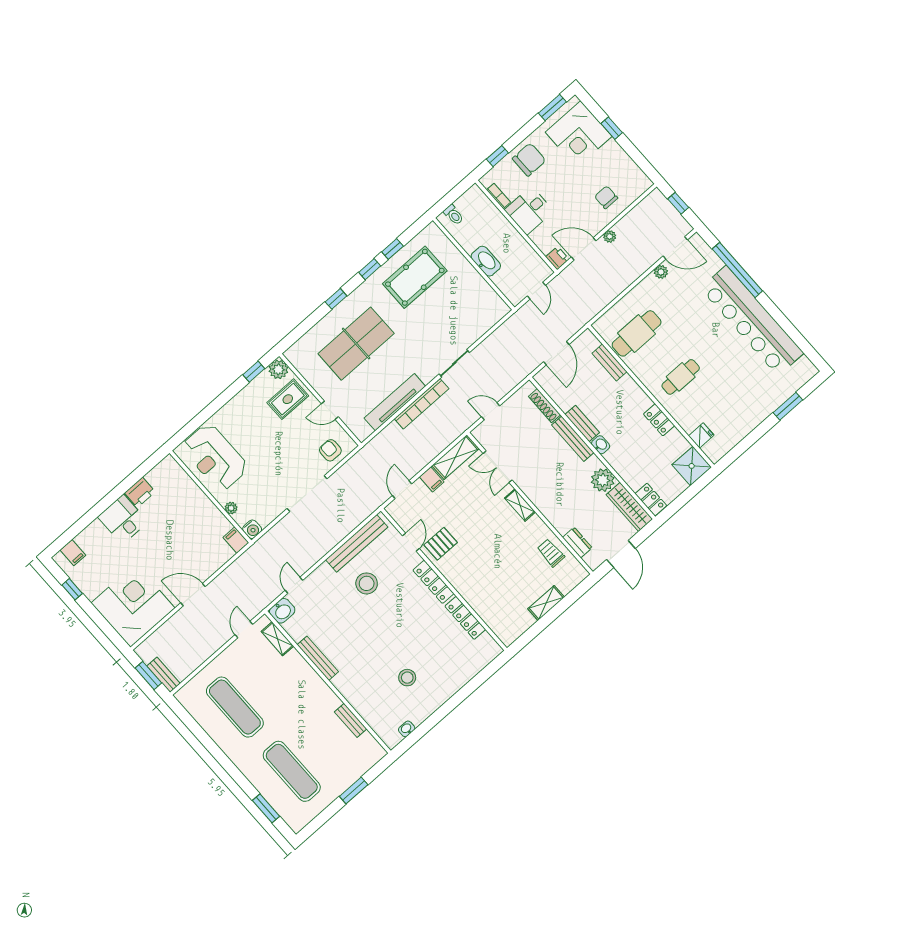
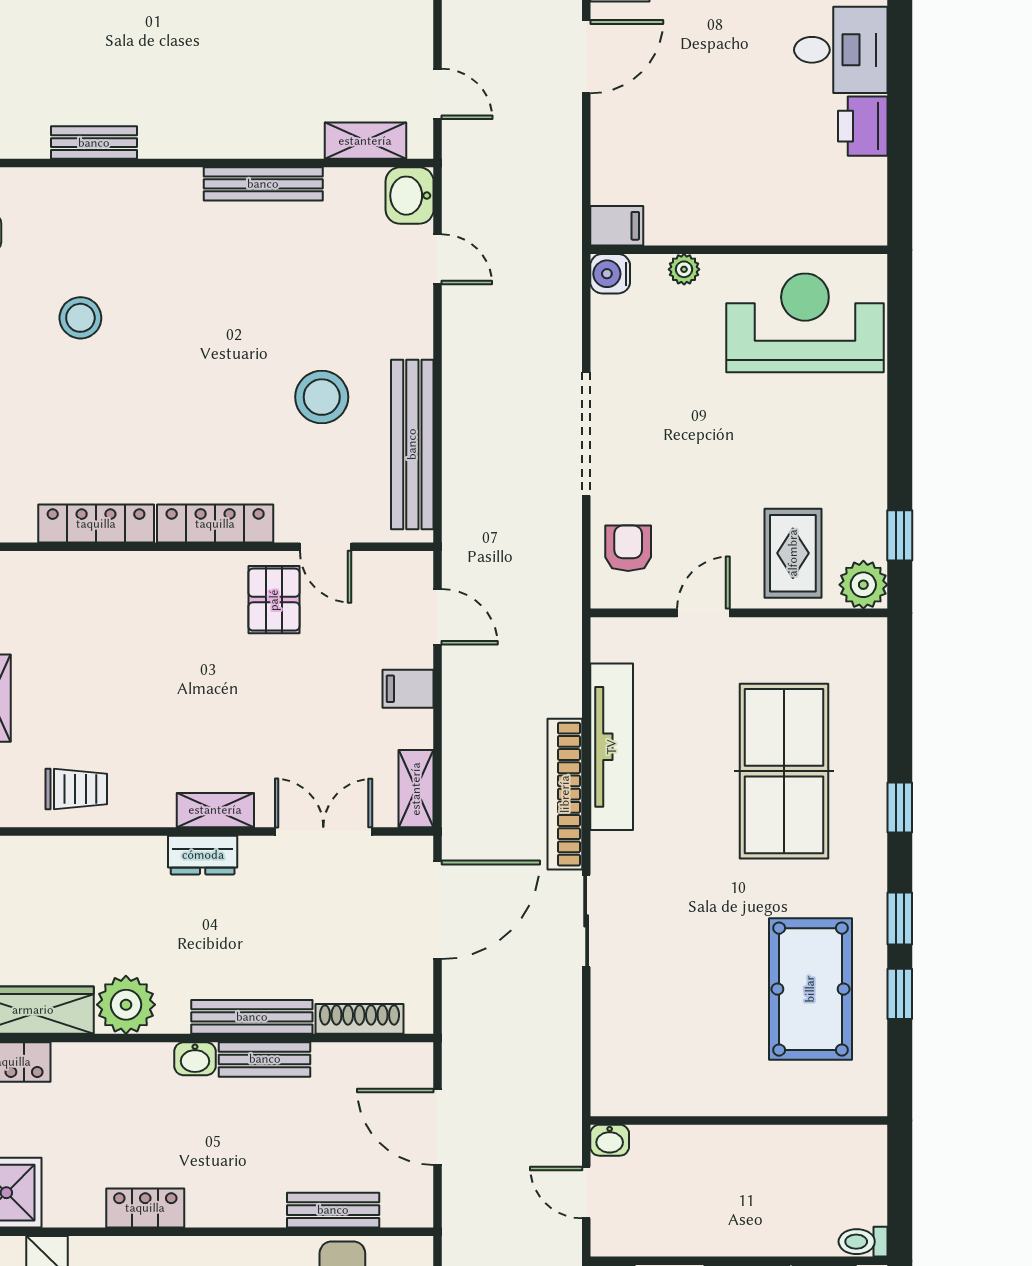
toilet: (454, 215) -> (863, 1242), moved
washbasin: (486, 261) -> (610, 1140), moved, width x0.52, depth x0.69
door: (491, 411) -> (438, 910), width x1.87
armchair: (330, 450) -> (628, 548), turned -90
shelving: (455, 457) -> (416, 789), width x0.67, depth x0.75
dresser: (577, 543) -> (203, 855), moved

